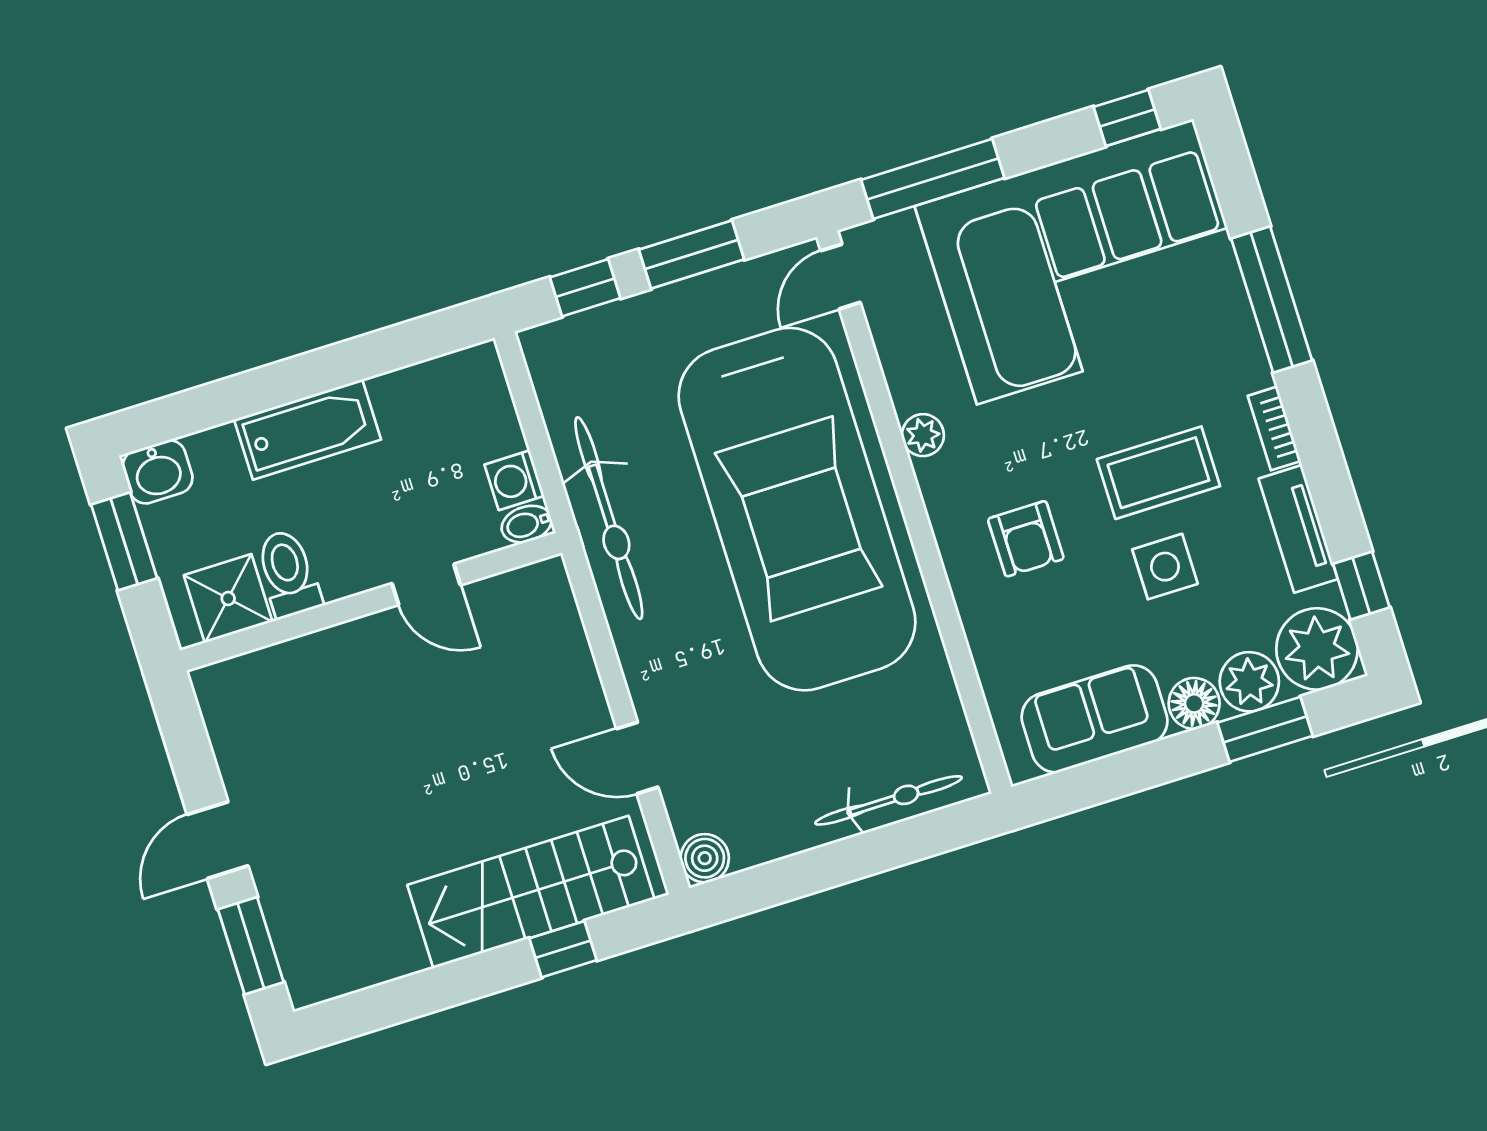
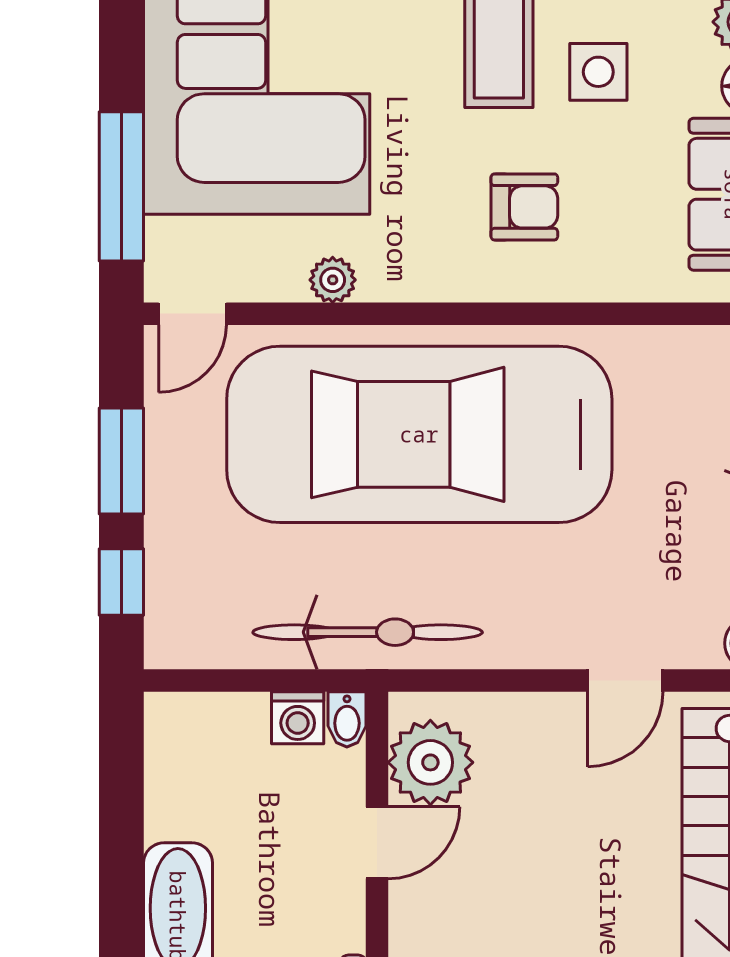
door: (841, 277) -> (192, 314), hinge flipped
plant: (923, 435) -> (333, 280), moved
car: (797, 509) -> (419, 434), turned 180
plant: (512, 609) -> (430, 762), added

